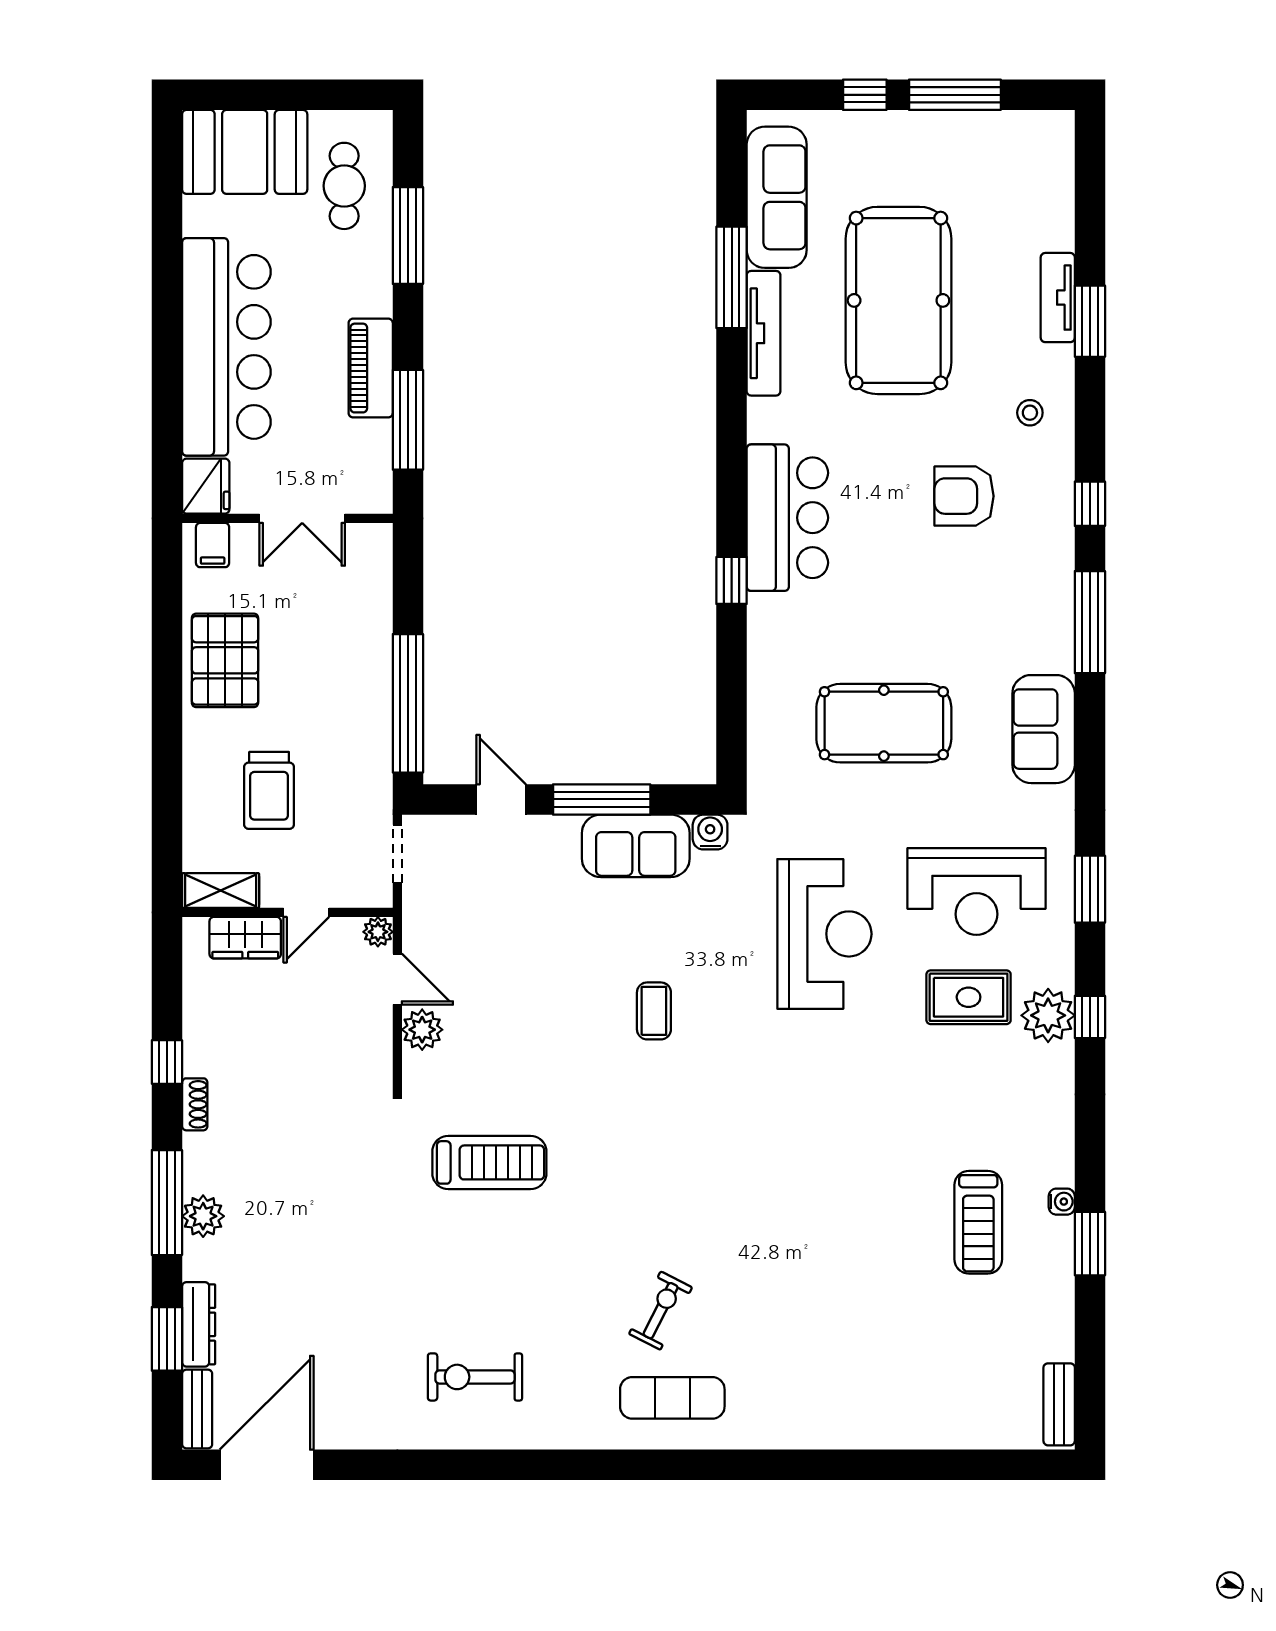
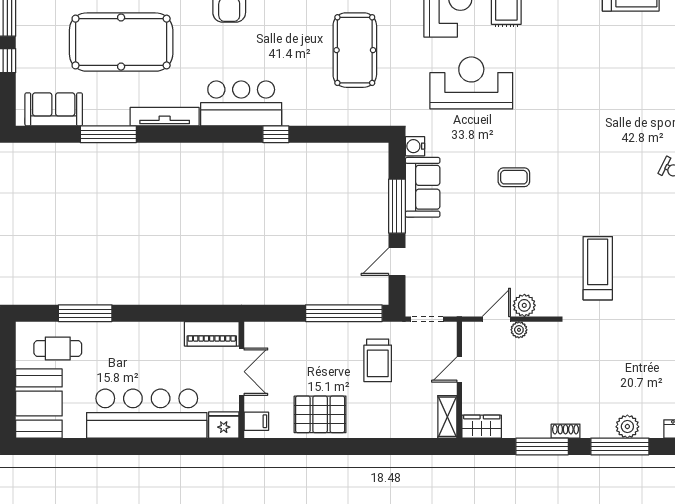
sofa: (777, 197) -> (54, 109), width x0.73
tv unit: (764, 333) -> (165, 117), moved
piano: (371, 368) -> (212, 334), moved
window: (408, 420) -> (187, 313), removed
trolley: (269, 790) -> (378, 360), moved, turned 90
door: (306, 912) -> (459, 369), swing flipped
plant: (378, 932) -> (519, 330), moved
wardrobe: (245, 938) -> (482, 427), moved, turned -90
window: (167, 1062) -> (542, 446), width x2.17

